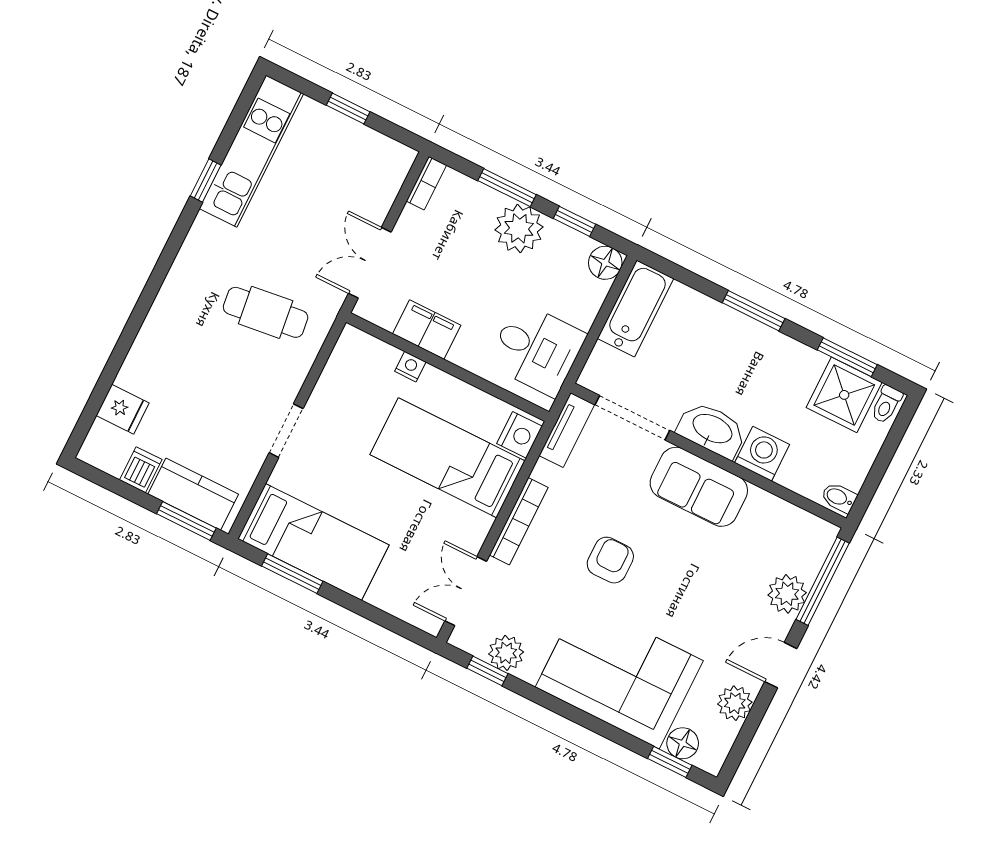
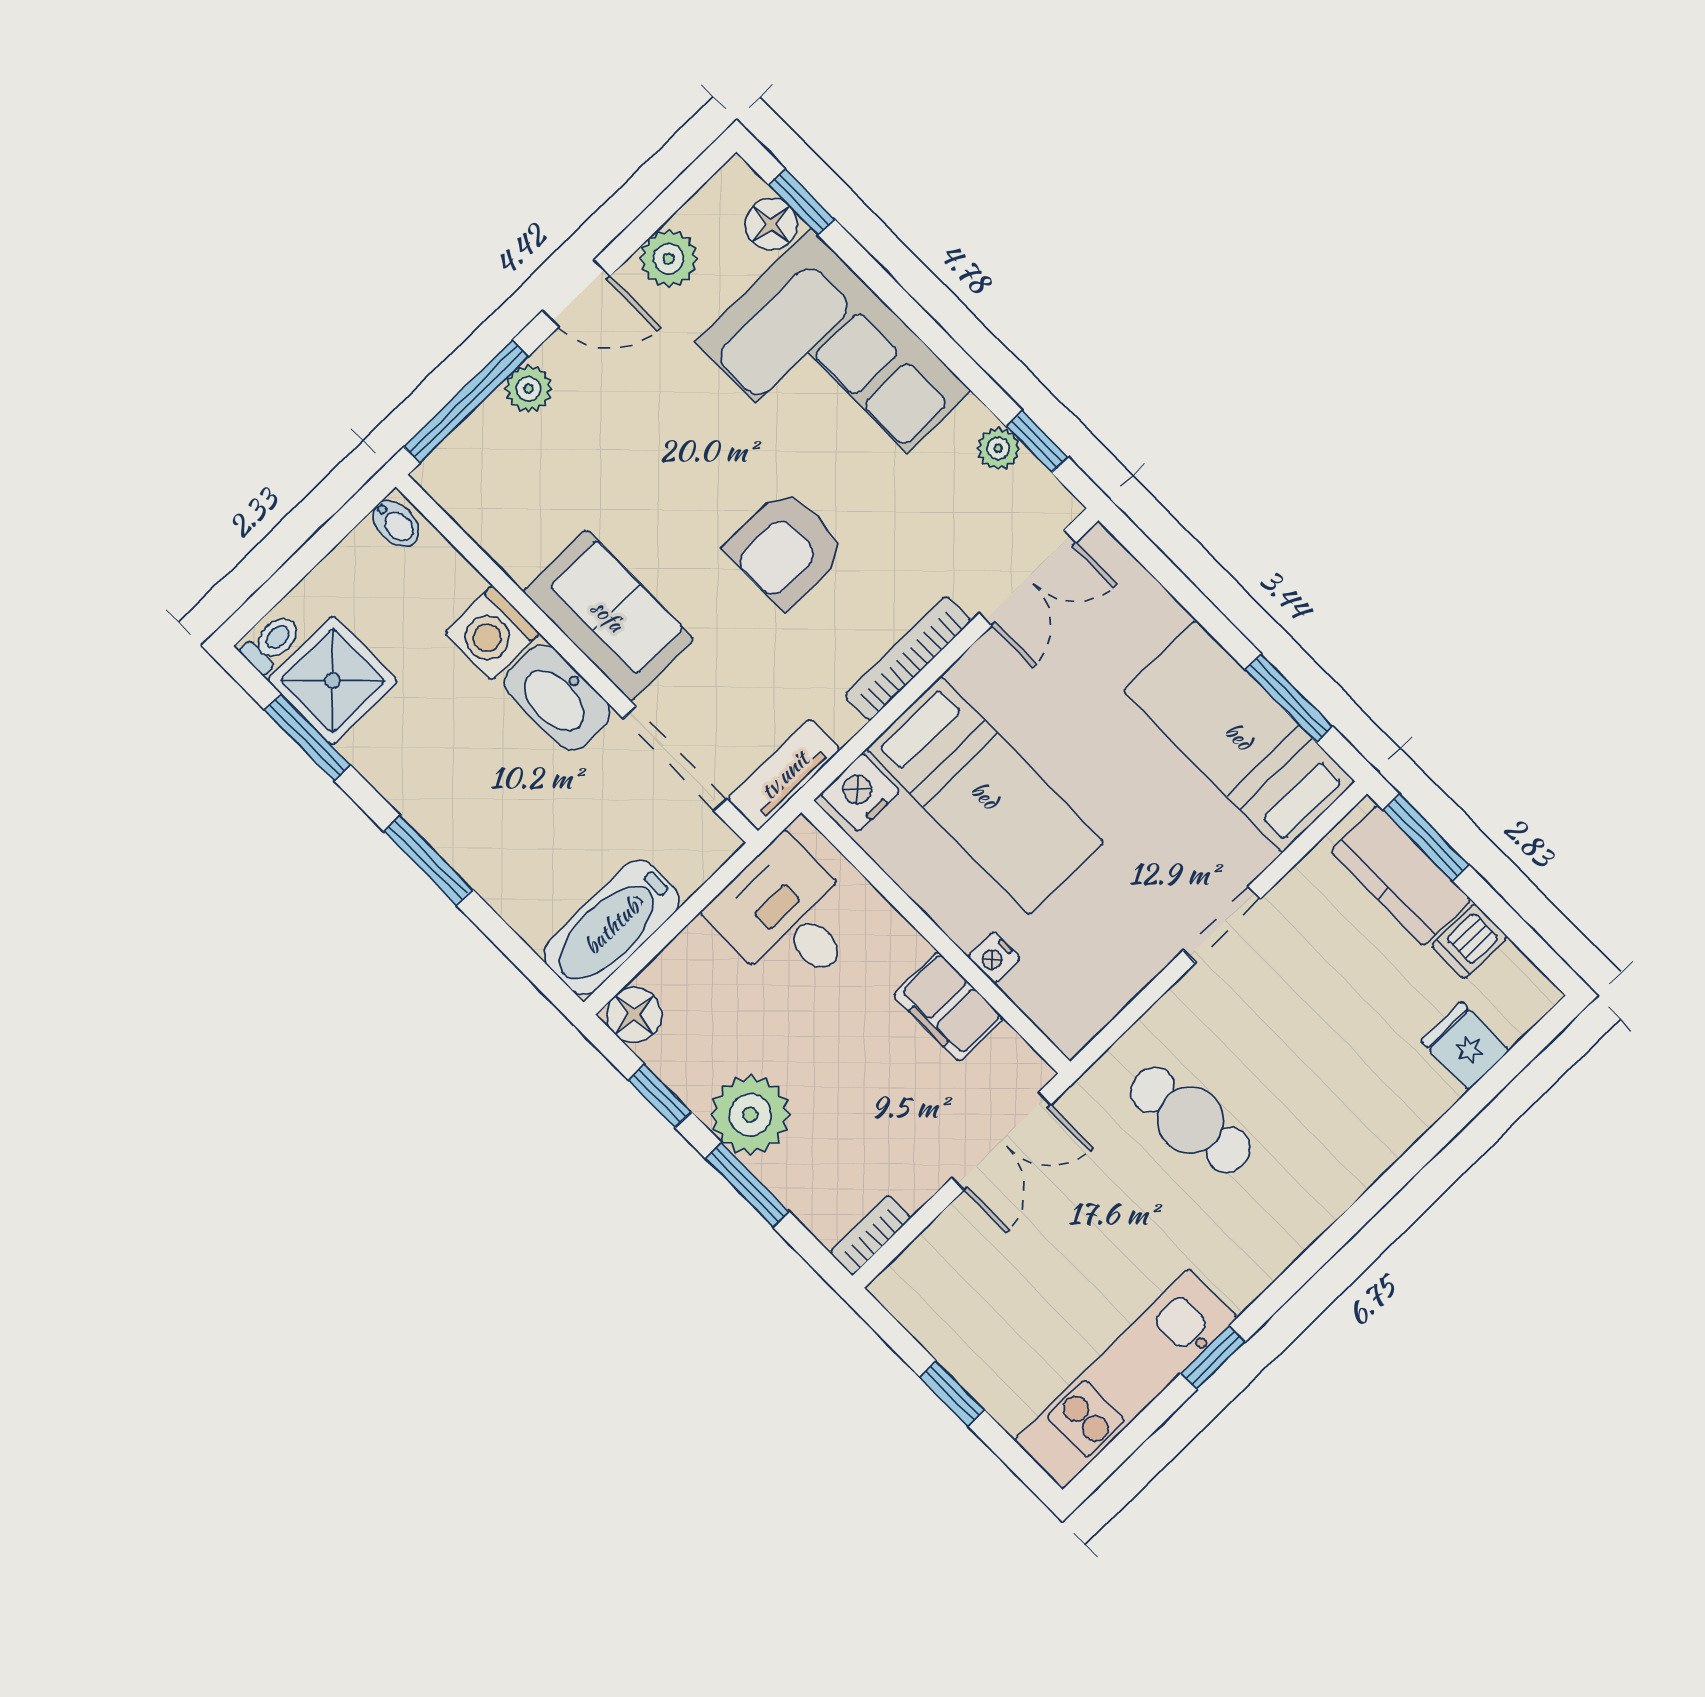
armchair: (610, 560) -> (786, 549), width x1.38, depth x1.38
plant: (787, 594) -> (529, 389), width x0.73, depth x0.73
plant: (506, 653) -> (998, 448), width x0.73, depth x0.73

